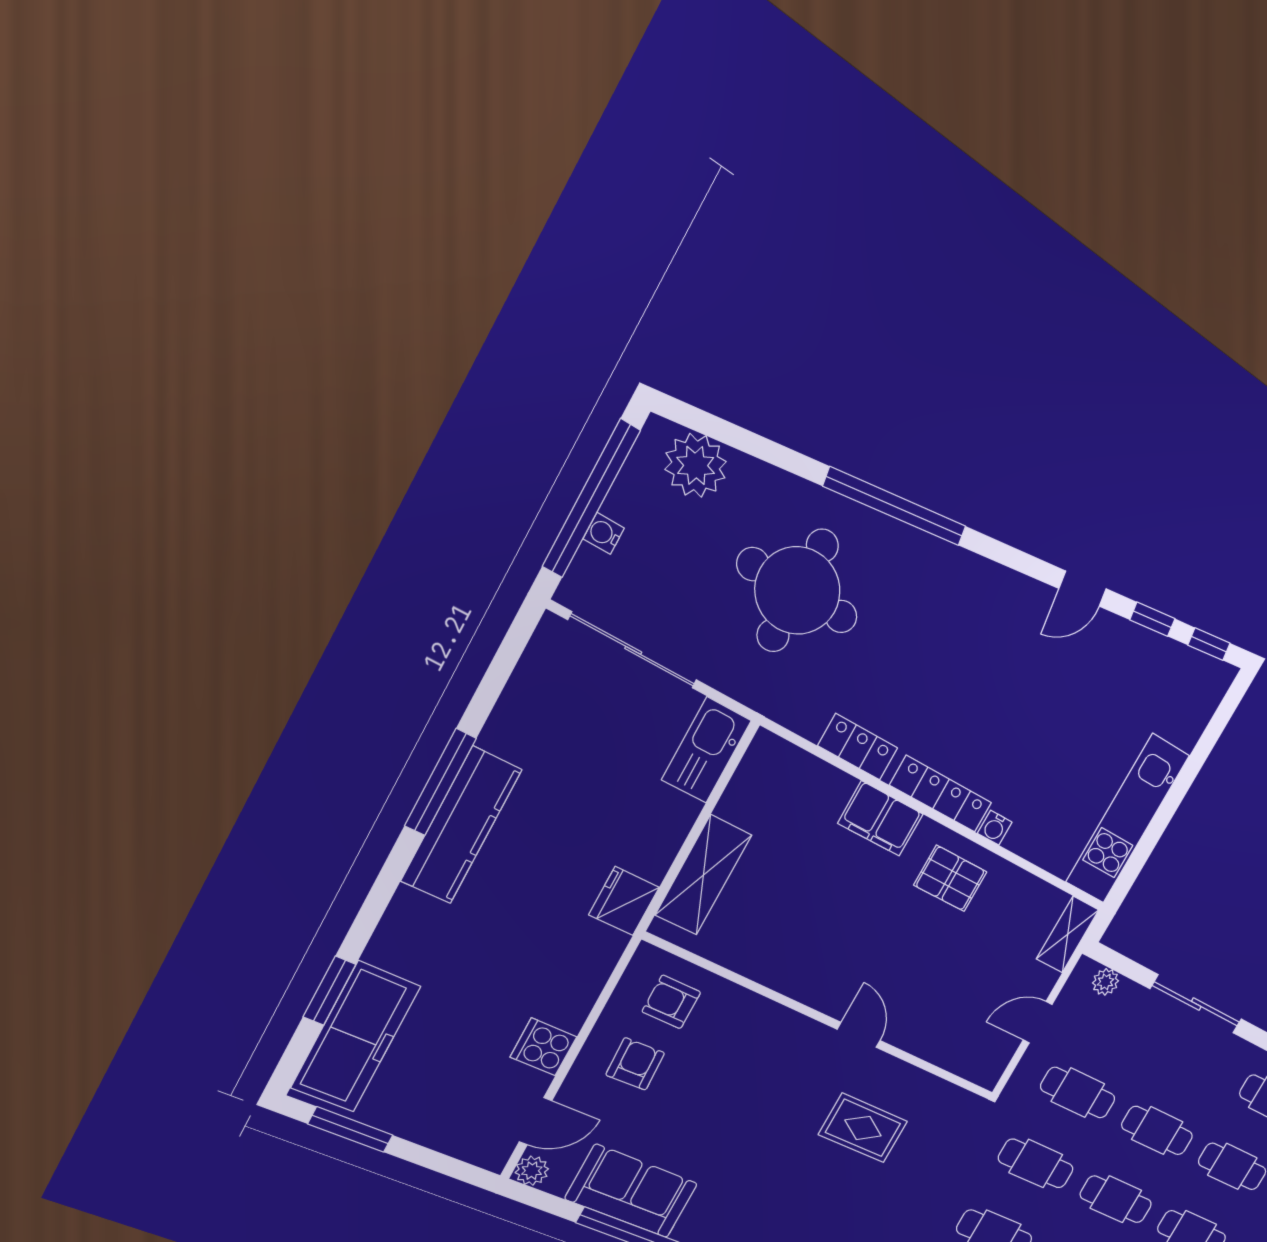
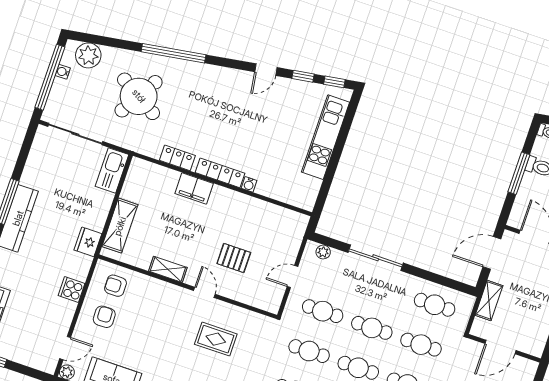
water cooler: (604, 533) -> (63, 72), moved
round table: (798, 591) -> (139, 96), turned 31
kitchen unit: (1128, 819) -> (326, 137), moved
pallet: (950, 878) -> (234, 258), moved
shelving: (1068, 934) -> (168, 269), moved, turned 90
cooker: (543, 1047) -> (72, 290), moved

